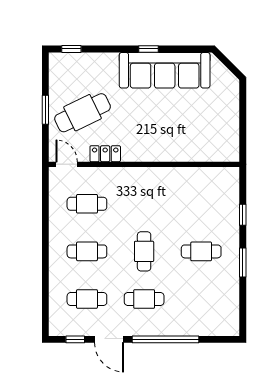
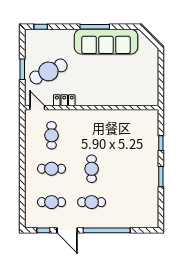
window: (149, 49) -> (95, 27), width x2.17
cafe table: (87, 204) -> (52, 135), turned 90
cafe table: (201, 251) -> (132, 169), removed

